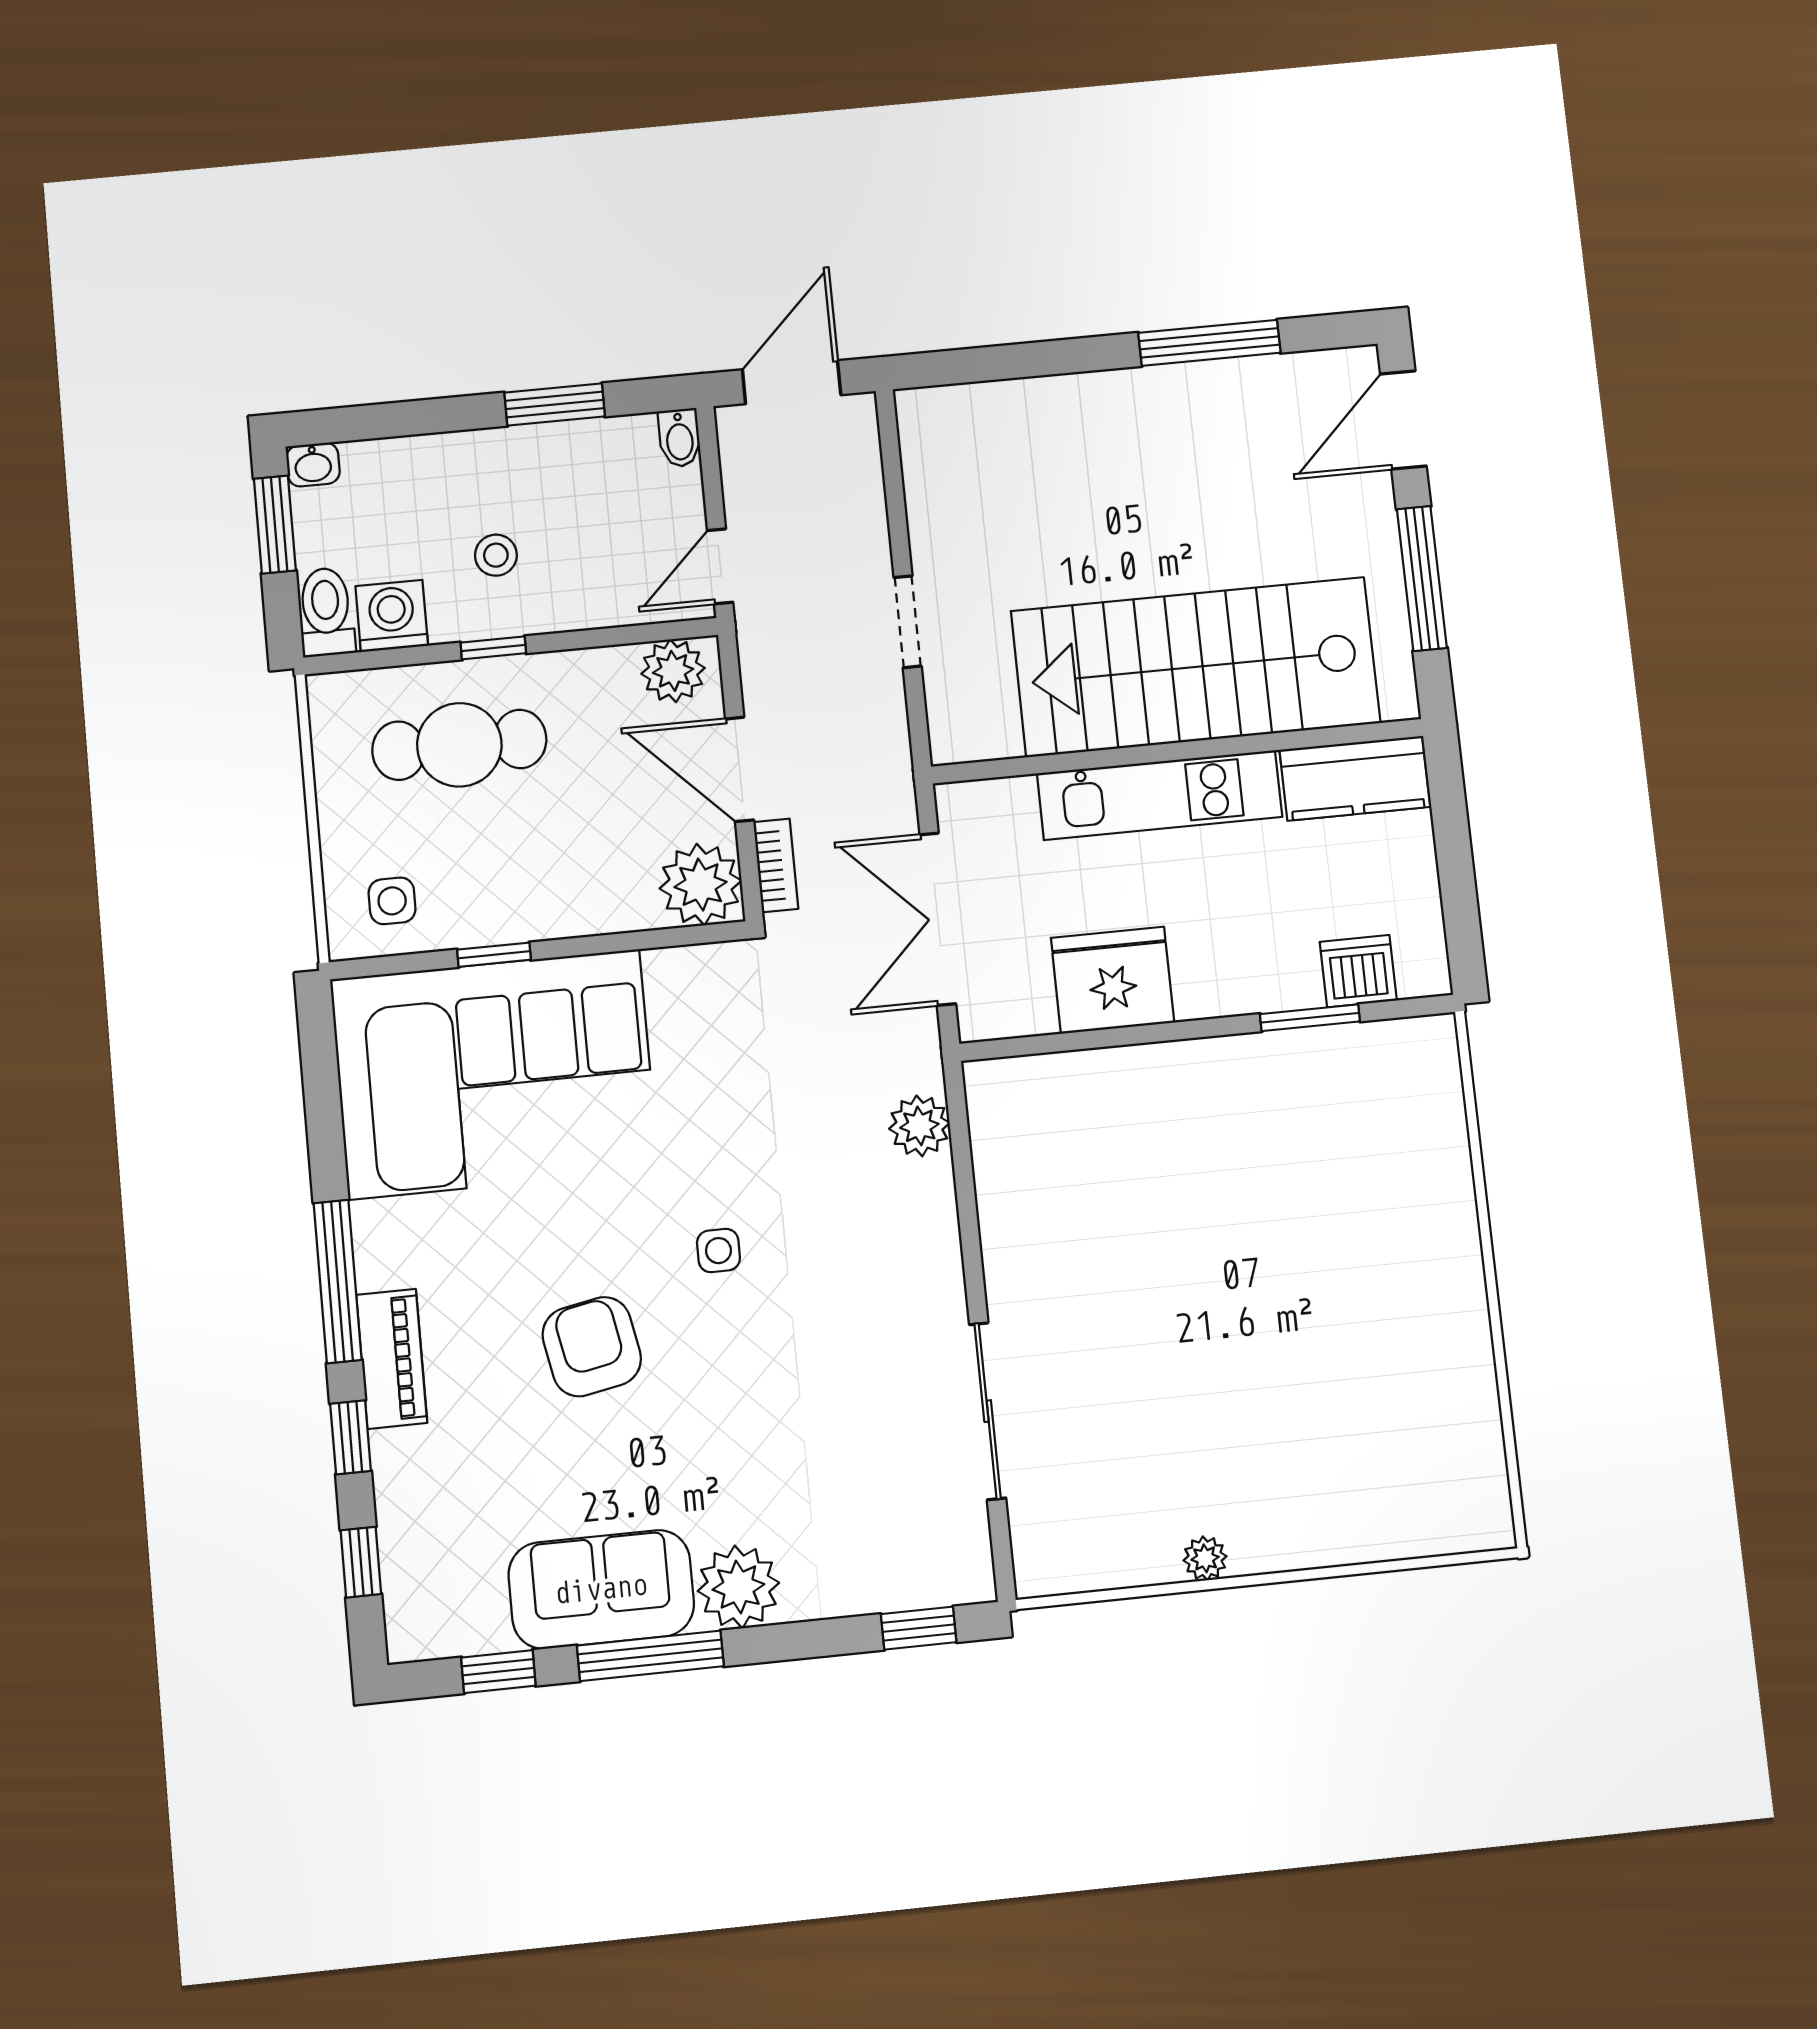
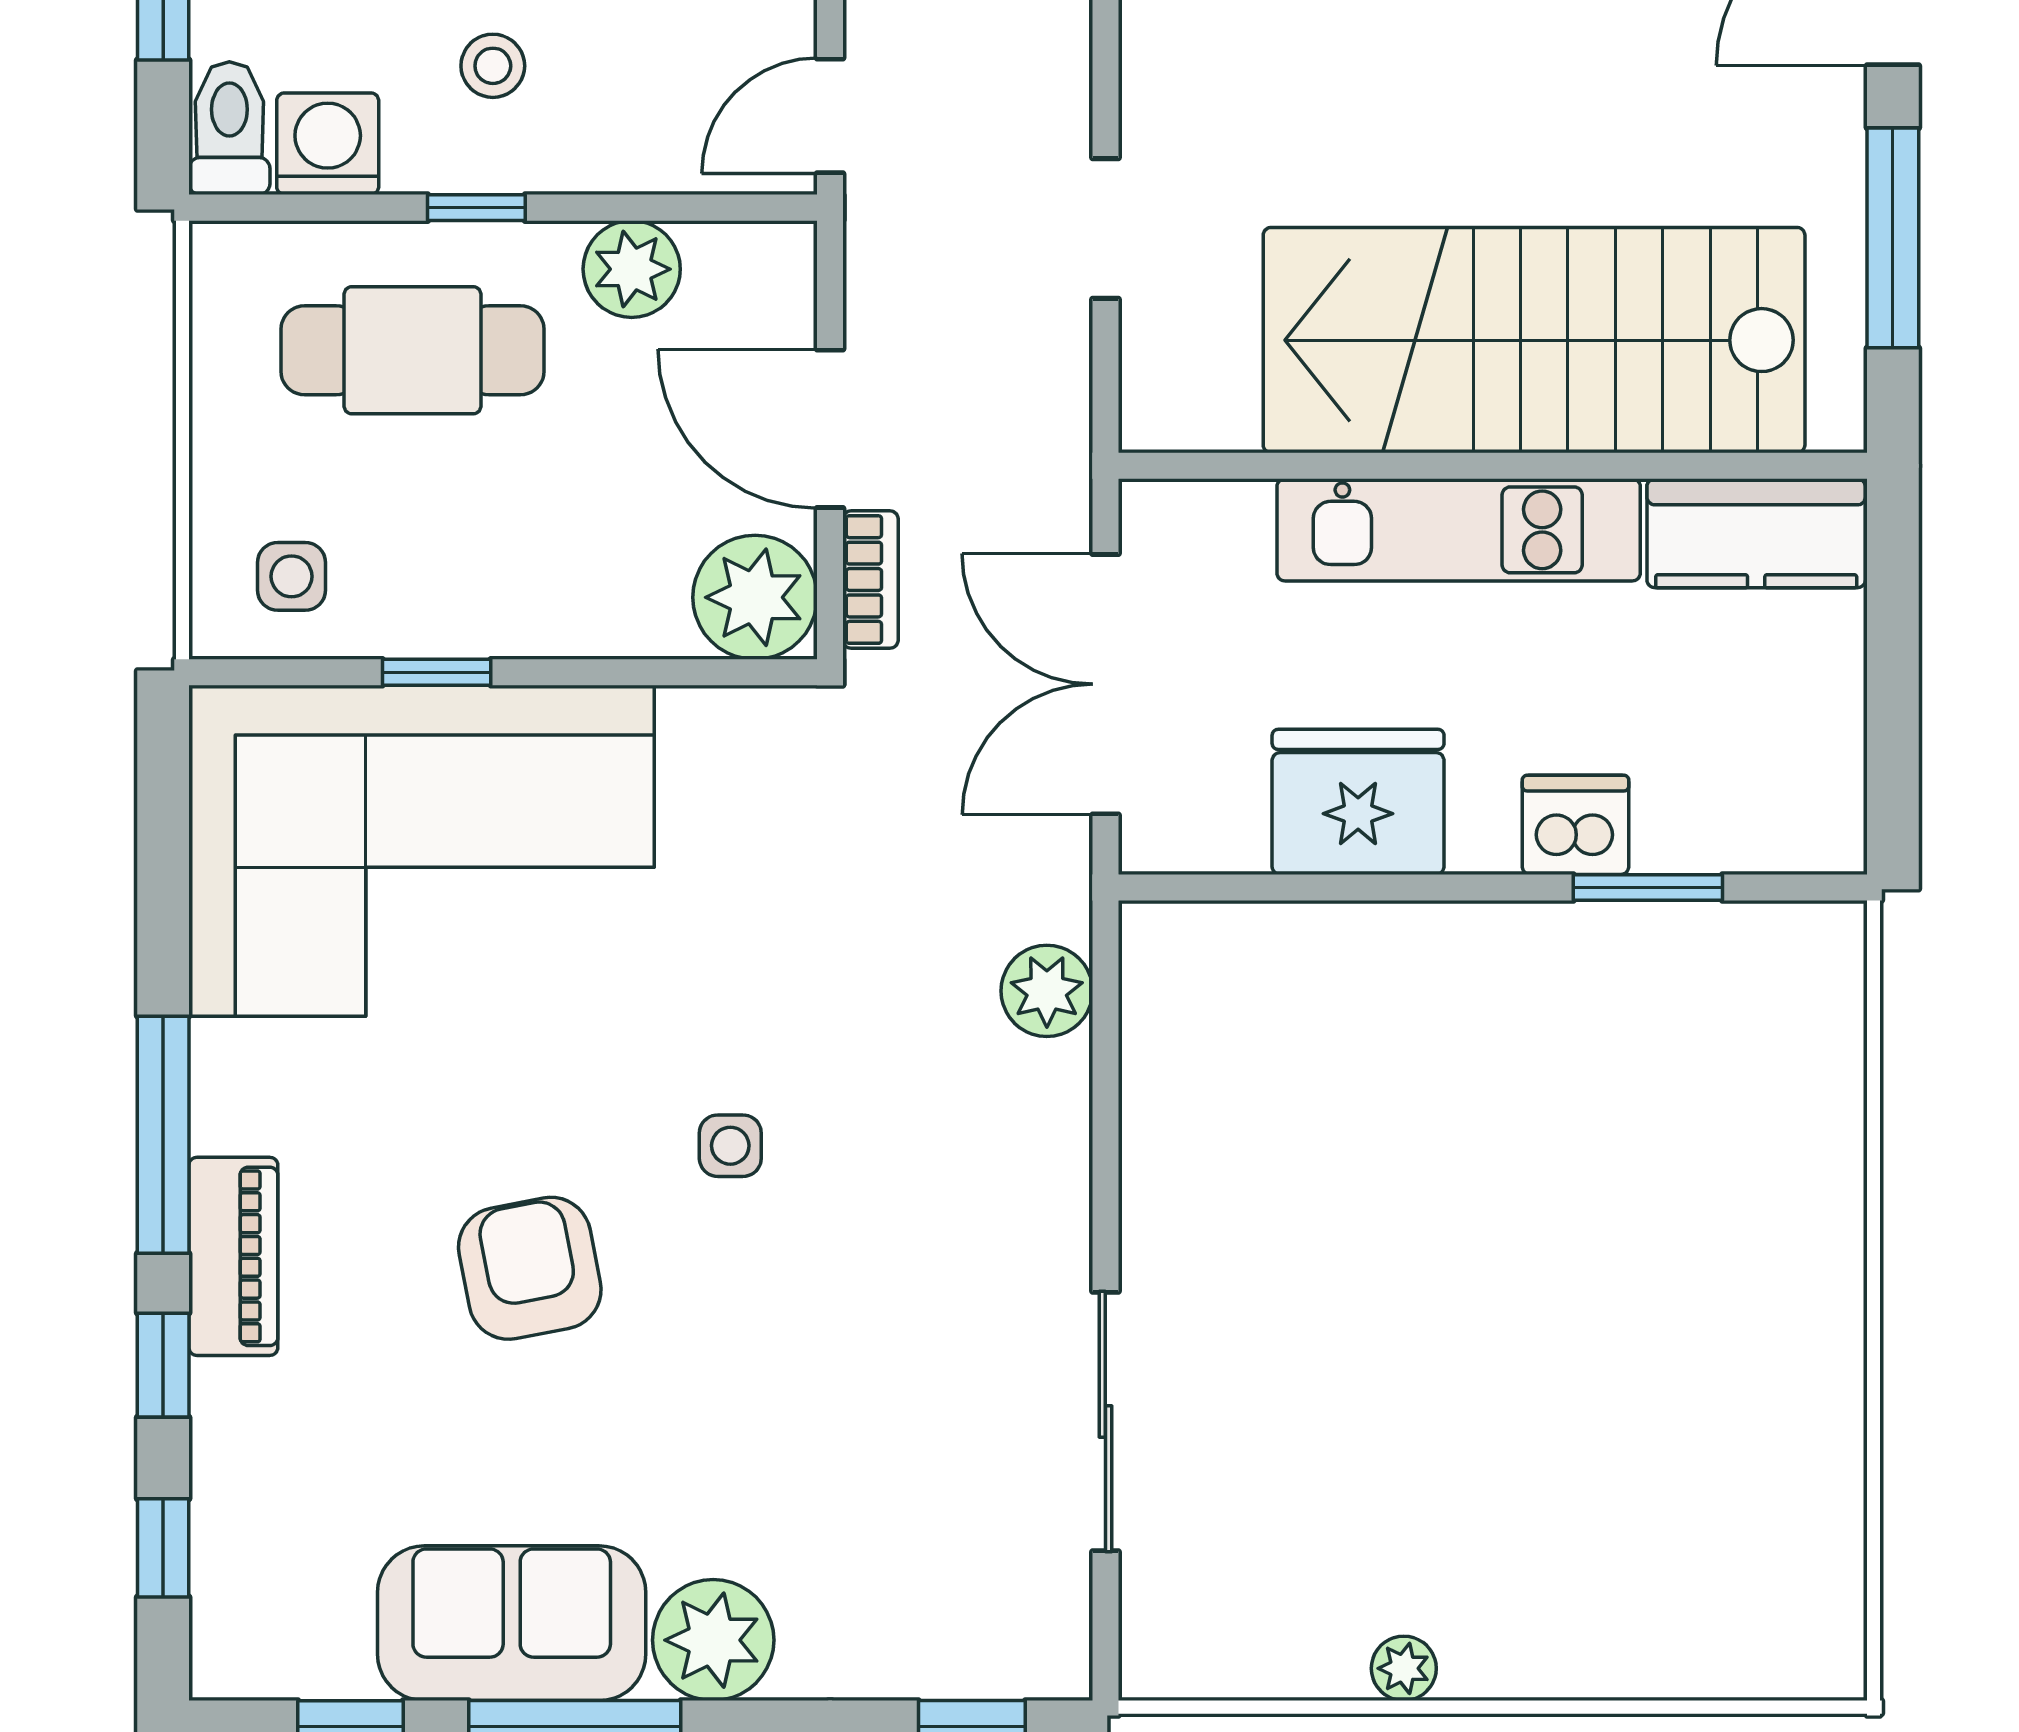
plant: (673, 671) -> (632, 269), moved
dishwasher: (1358, 971) -> (1575, 825), moved

